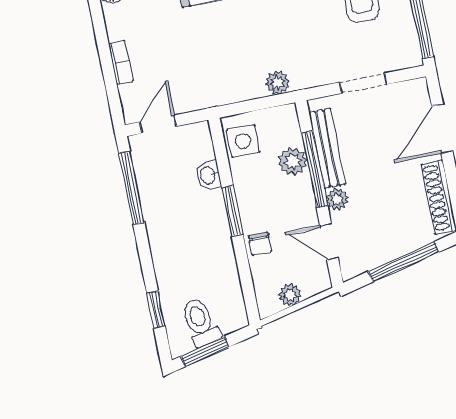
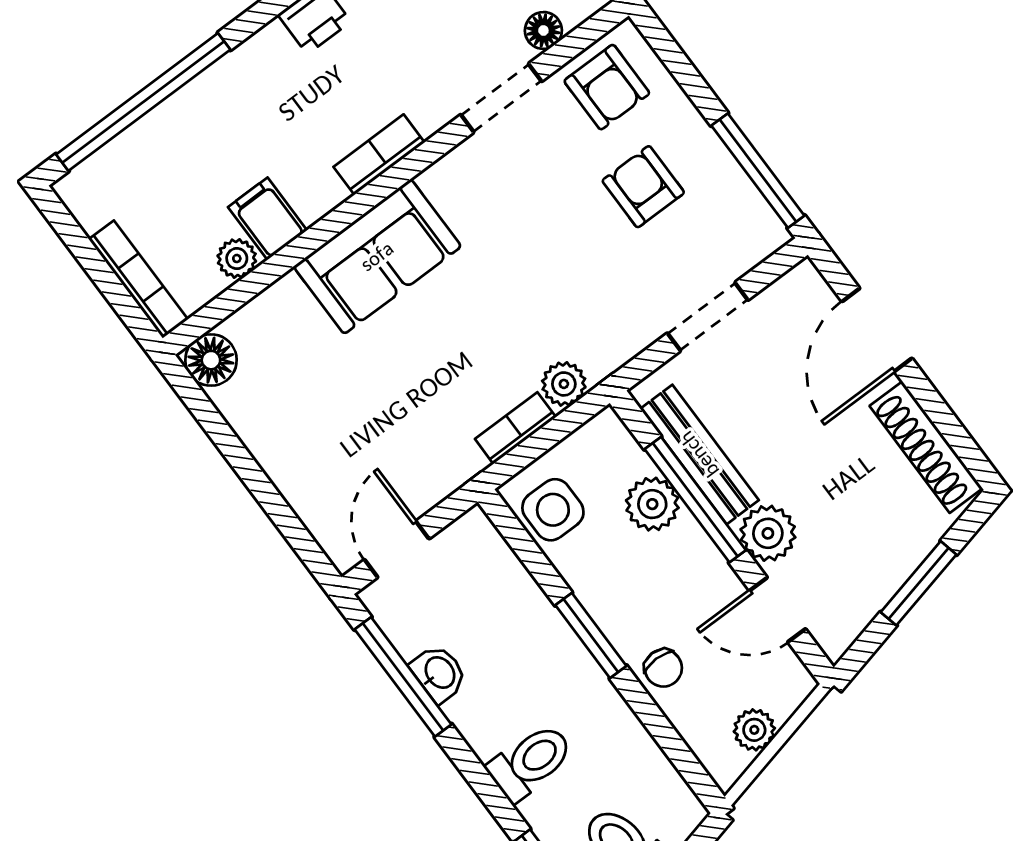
bookcase: (121, 62) -> (515, 428), moved, turned -90
washbasin: (208, 175) -> (439, 673), moved, turned 180
plant: (337, 199) -> (768, 533), width x1.38, depth x1.38
toilet: (174, 259) -> (530, 762), added
window: (404, 262) -> (919, 583), width x0.69

